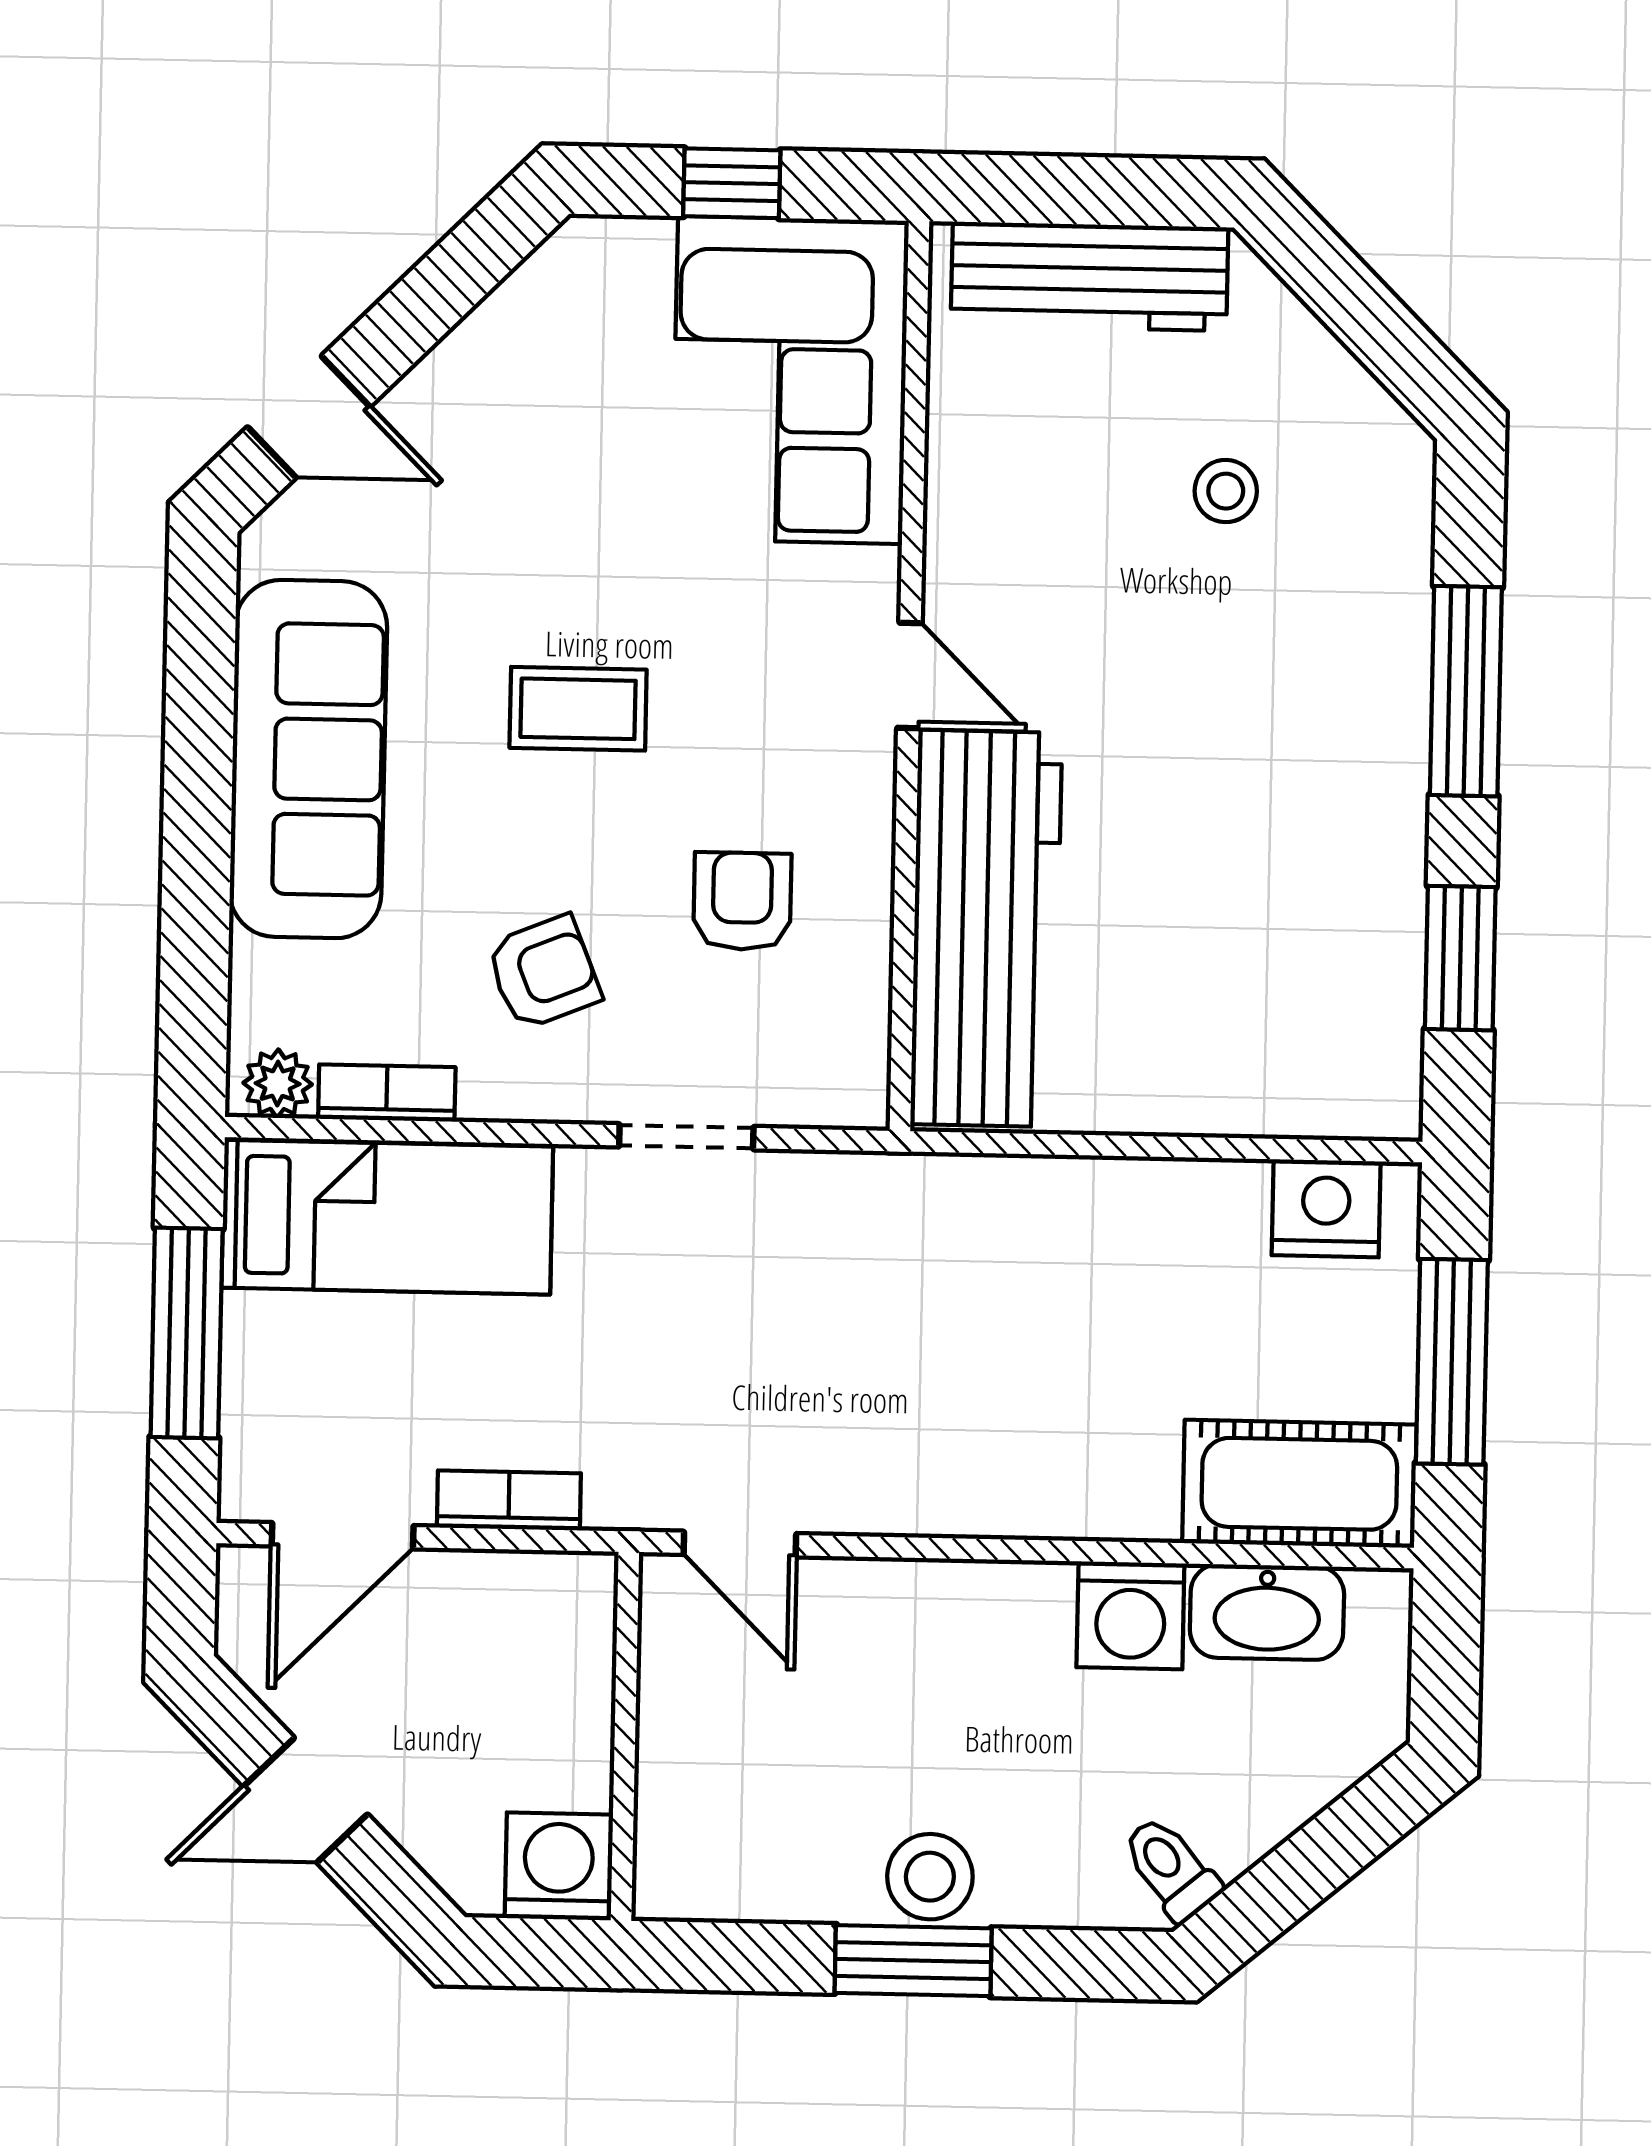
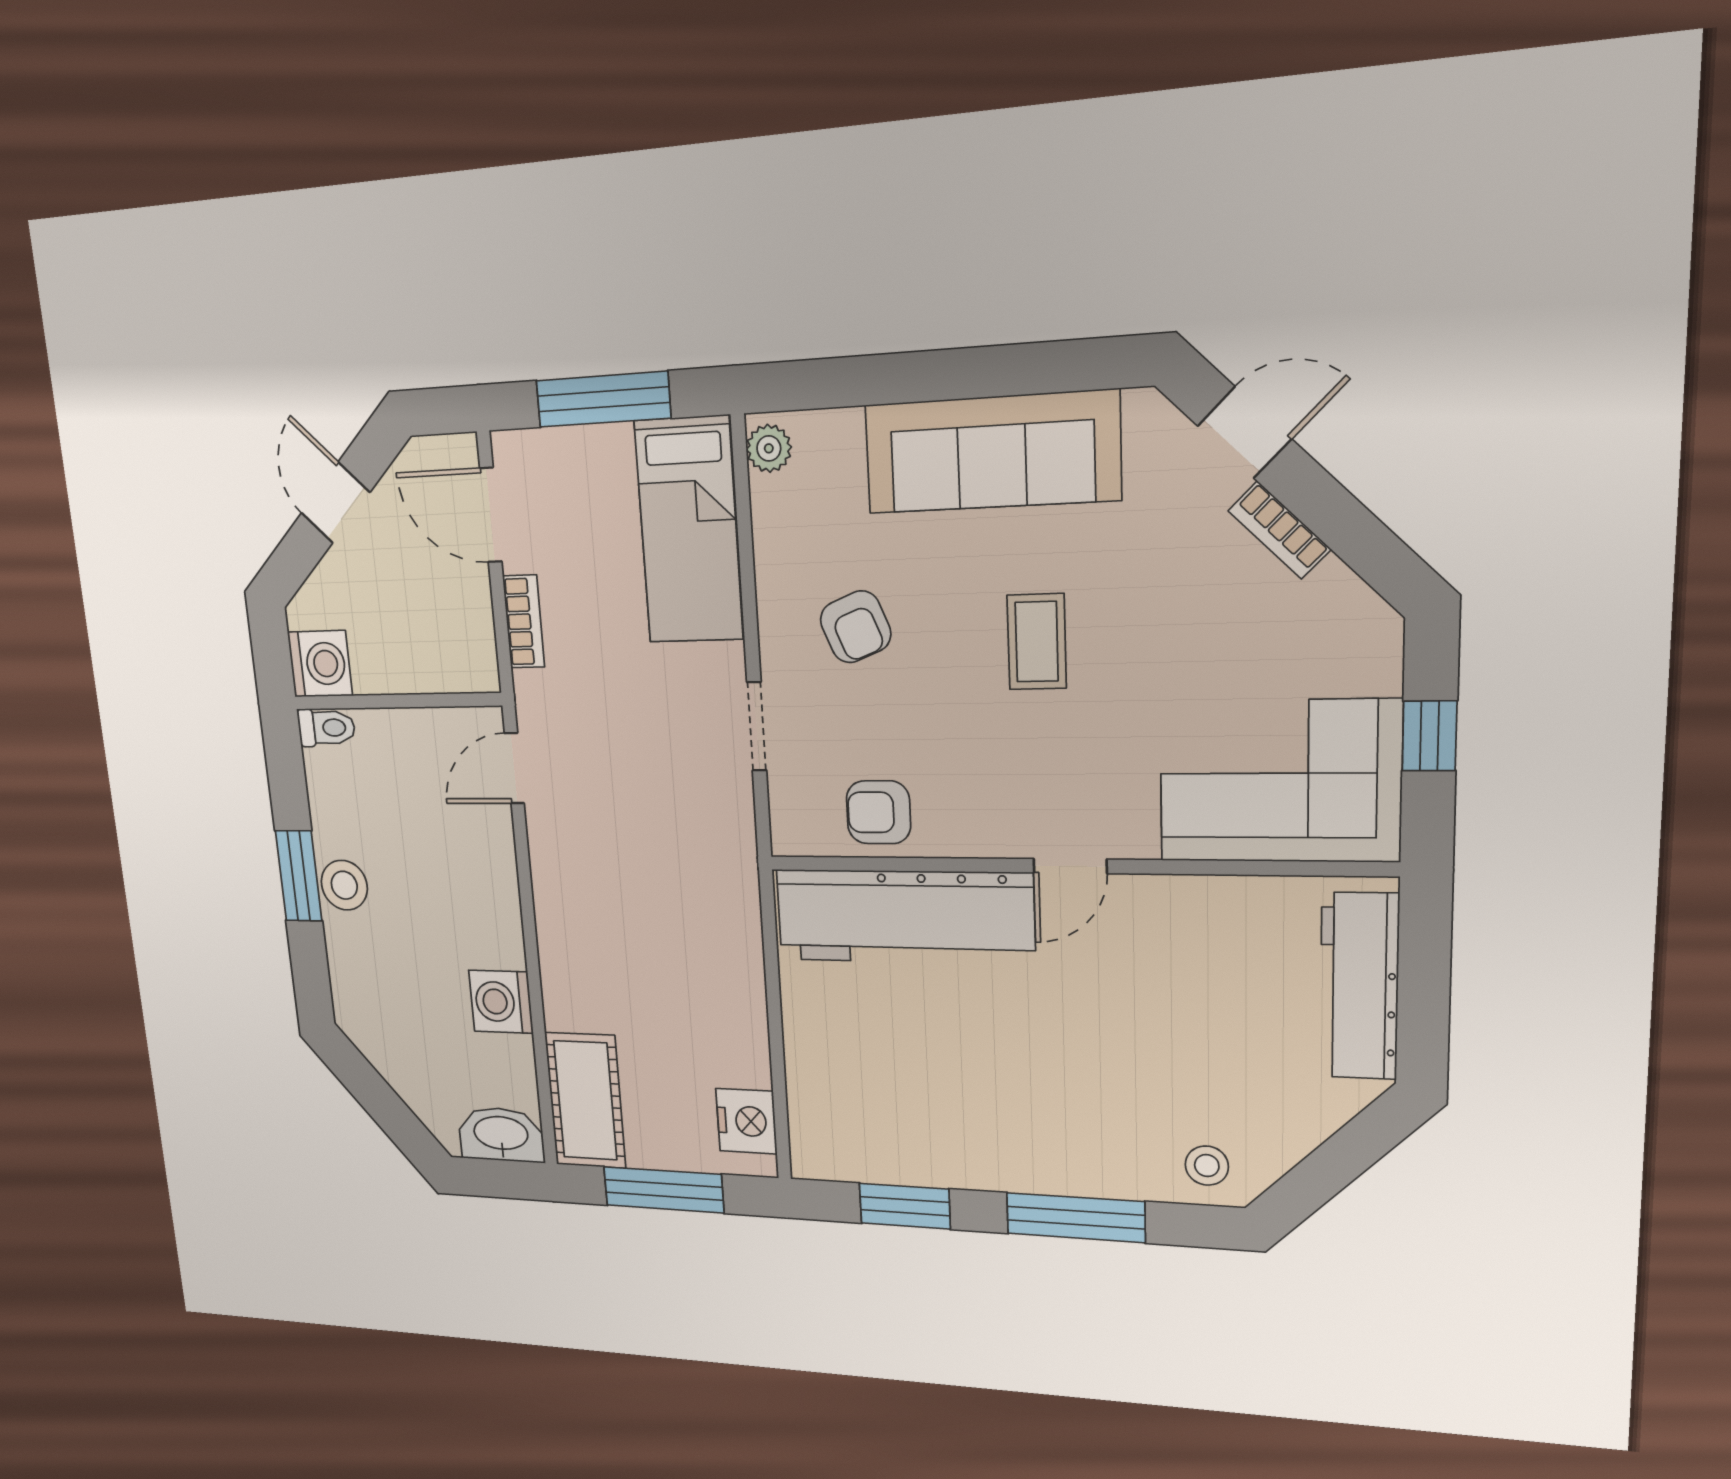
door: (309, 417) -> (1244, 432), swing flipped
stool: (1226, 491) -> (1207, 1166), moved
armchair: (742, 901) -> (878, 812), moved, turned 180
bookcase: (387, 1093) -> (1280, 530), moved, turned 135
washbasin: (1267, 1612) -> (501, 1135), moved, turned 90
toilet: (1171, 1869) -> (326, 728), moved, turned 40

